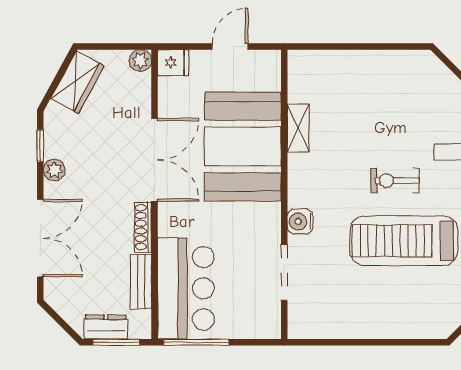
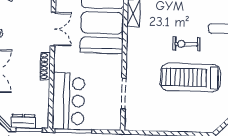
double door: (154, 160) -> (53, 29), width x0.73
water cooler: (300, 222) -> (133, 65), removed
bench: (141, 282) -> (44, 96), removed

